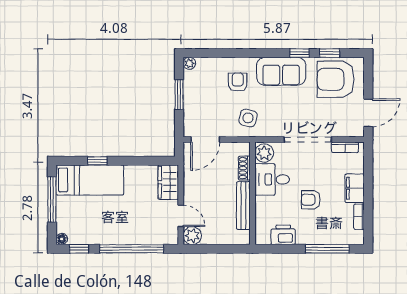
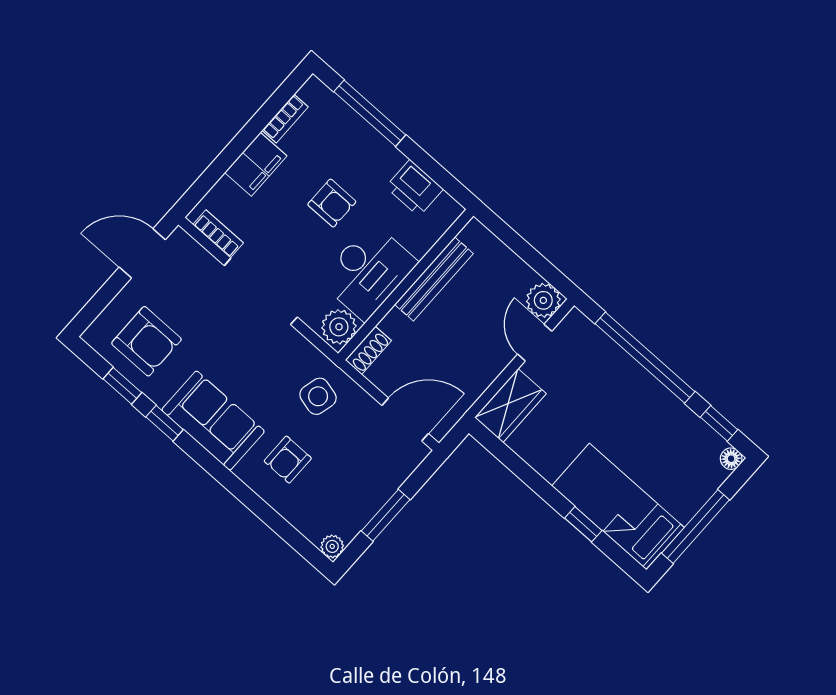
armchair: (336, 79) -> (146, 341), width x0.73, depth x0.73
shoe rack: (244, 168) -> (368, 350), moved
desk: (272, 179) -> (368, 271), width x1.37

